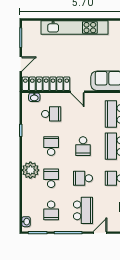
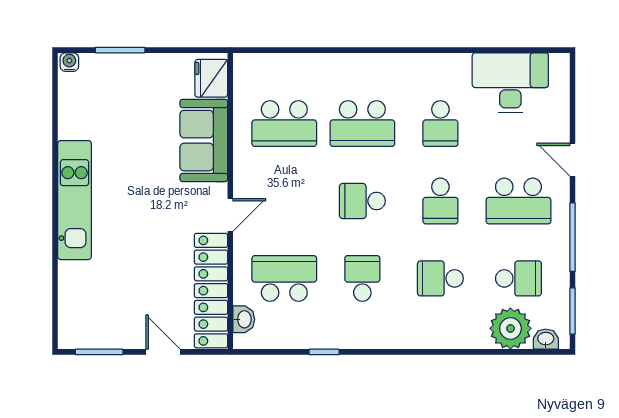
kitchen unit: (74, 28) -> (75, 200), width x0.73
school desk: (51, 114) -> (284, 278), width x1.85
school desk: (51, 146) -> (362, 278), turned 90
school desk: (83, 146) -> (362, 201), turned 180
plant: (30, 170) -> (510, 328), moved
school desk: (83, 210) -> (518, 201), turned 180

